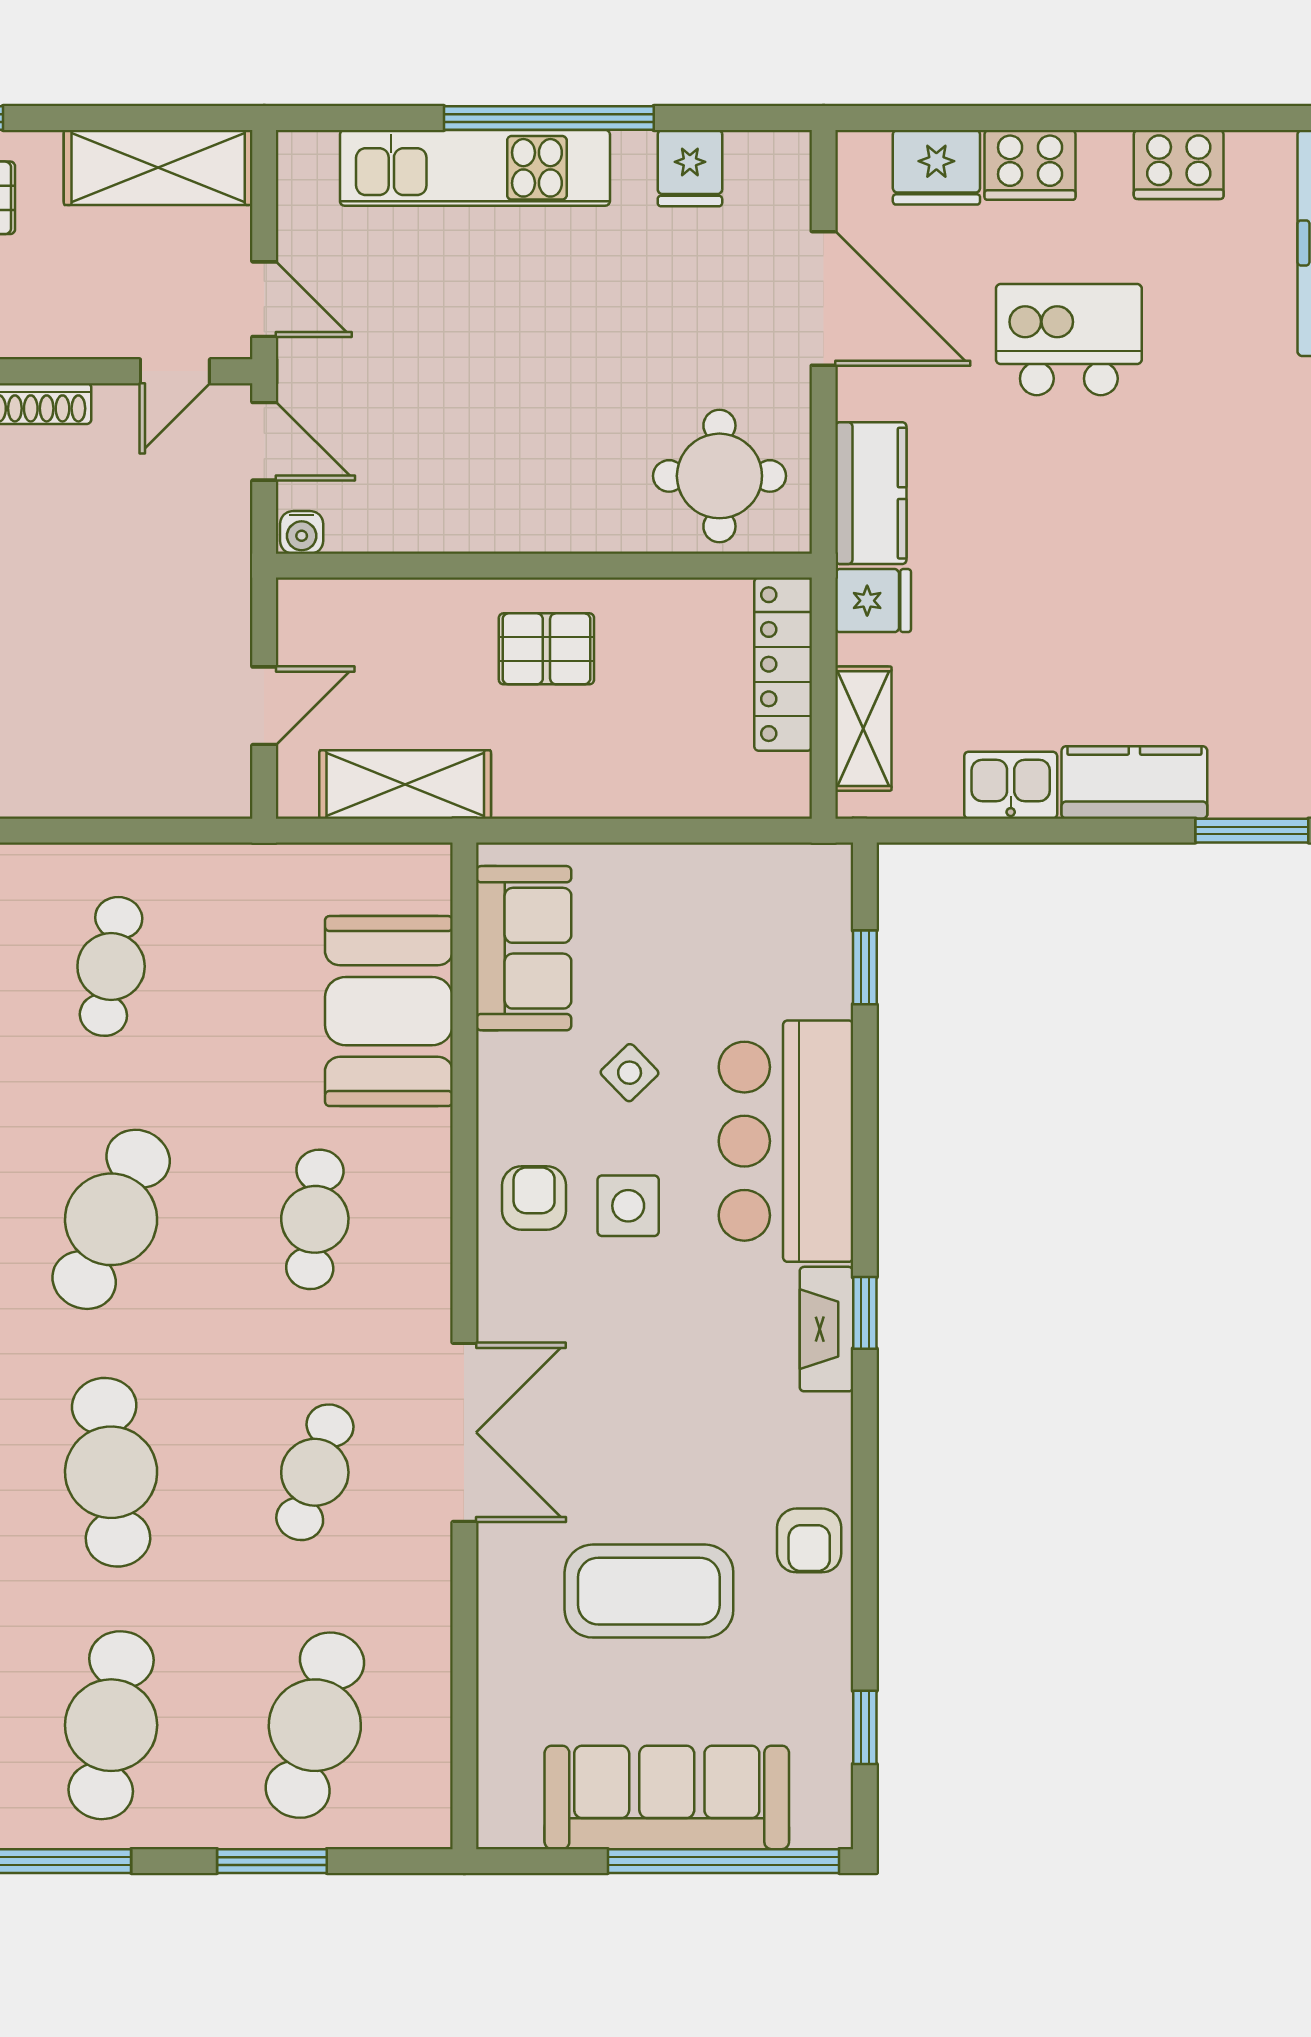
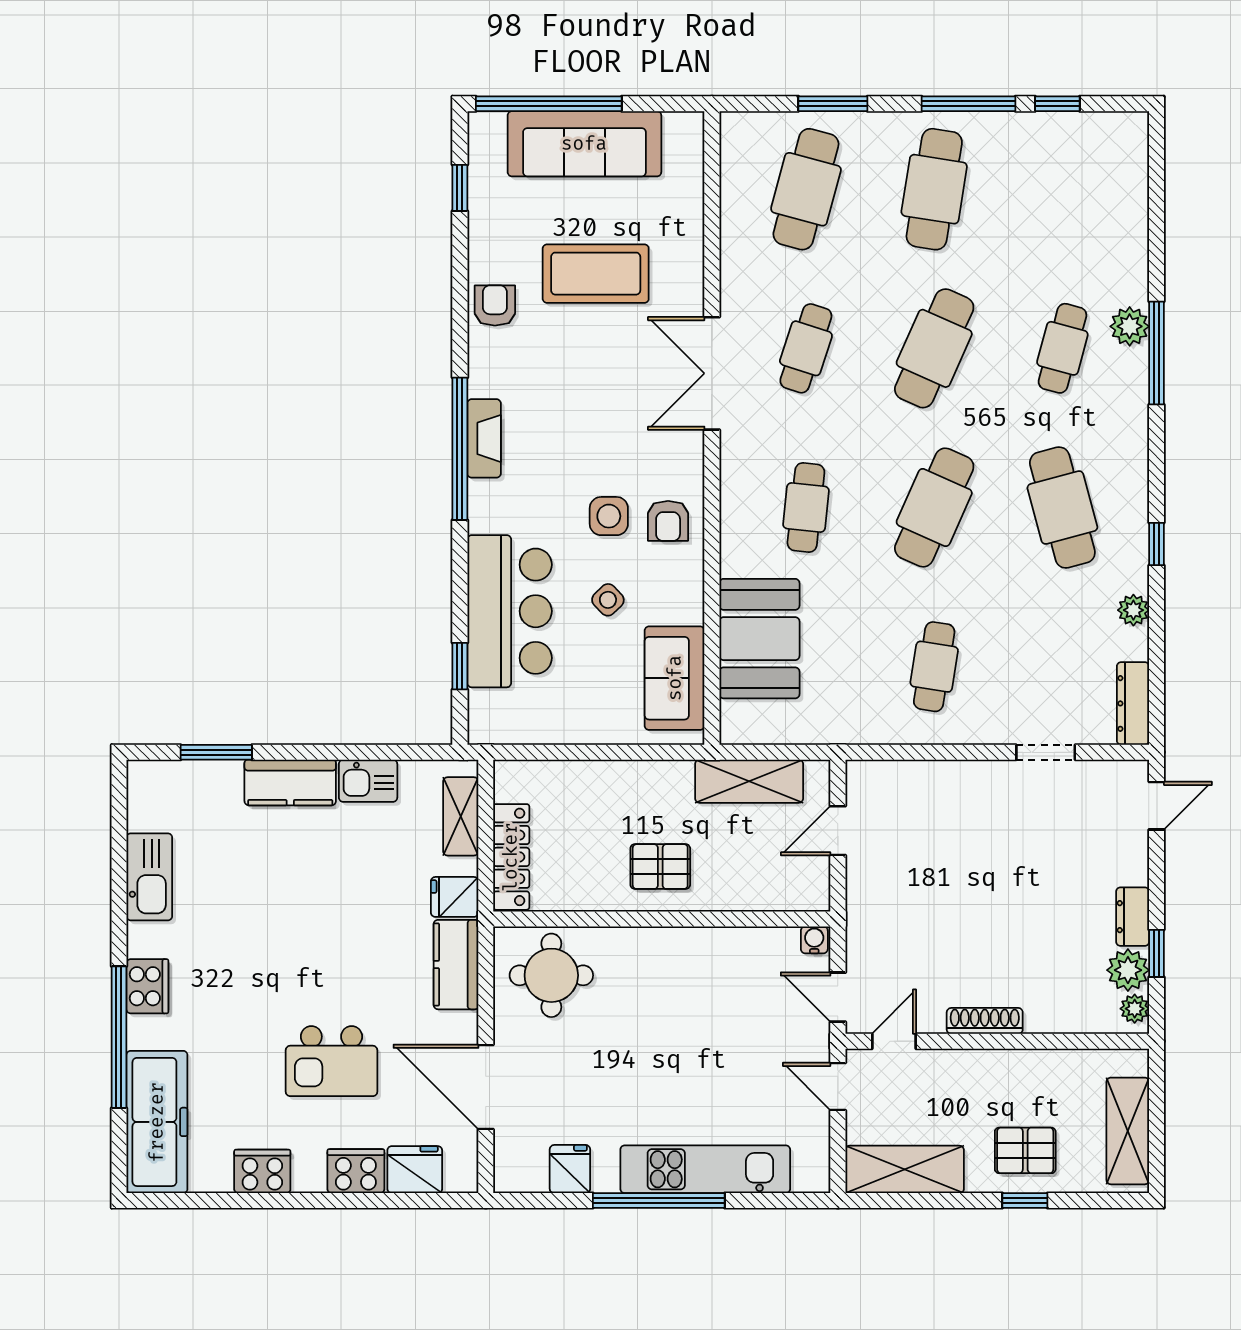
bar counter: (786, 1141) -> (510, 611), moved
window: (865, 1313) -> (460, 449), width x3.17
cafe table: (111, 1472) -> (934, 348), turned 30

